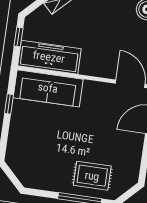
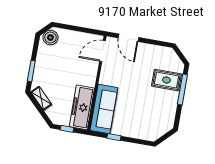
rug: (92, 176) -> (166, 80), turned 90

